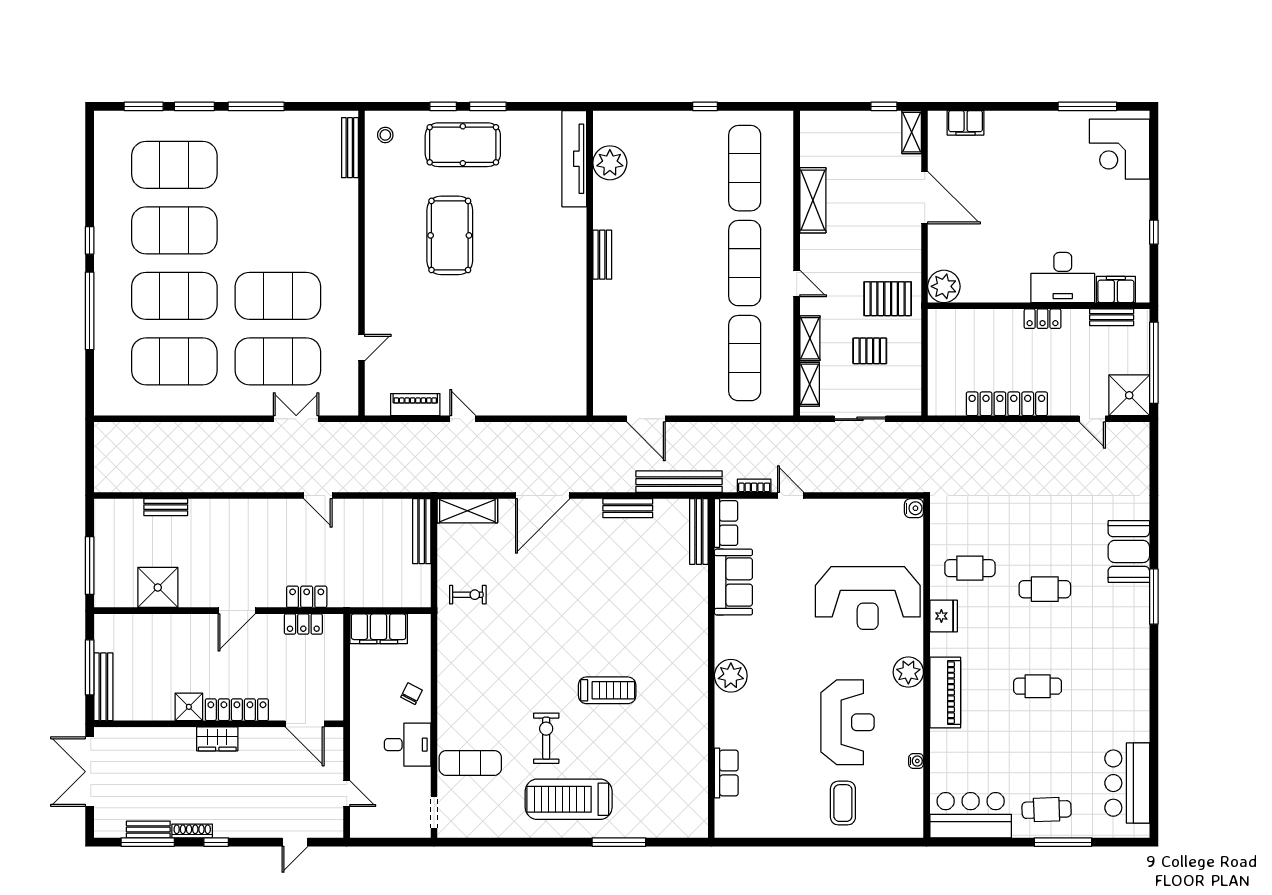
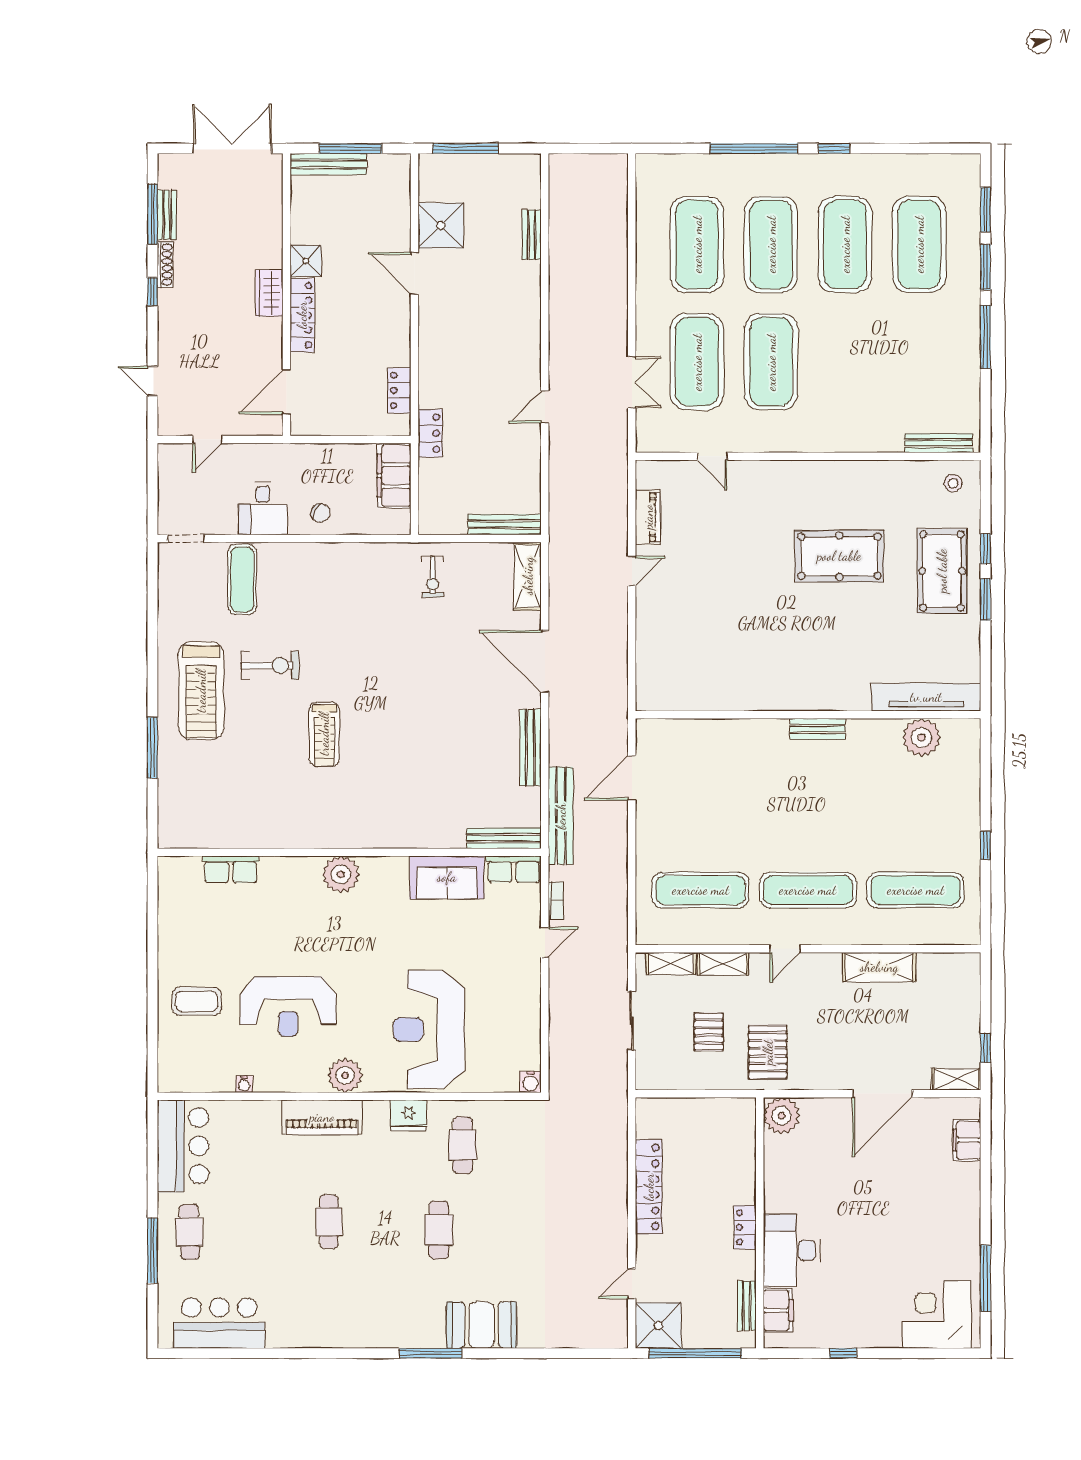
bench: (628, 508) -> (530, 748), width x1.36
locker: (307, 597) -> (430, 433), moved
door: (237, 611) -> (414, 273), moved
treadmill: (569, 799) -> (201, 691), turned 180

